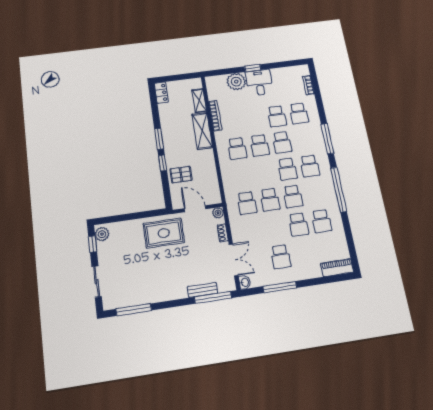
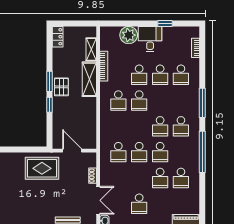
window: (253, 68) -> (165, 23), moved
school desk: (282, 142) -> (139, 75), moved
pallet: (181, 175) -> (61, 87), moved, turned 90
plant: (218, 213) -> (92, 157), removed

